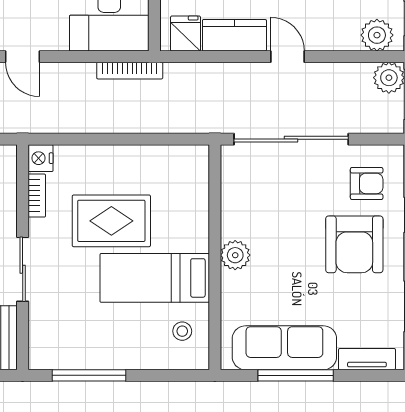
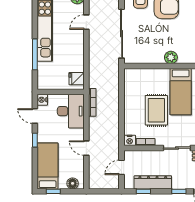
kitchen counter: (234, 35) -> (77, 58), removed
door: (22, 57) -> (86, 148), swing flipped
door: (288, 57) -> (86, 22), moved

